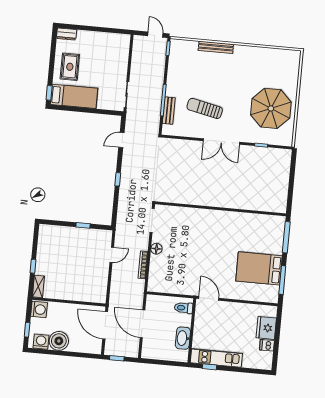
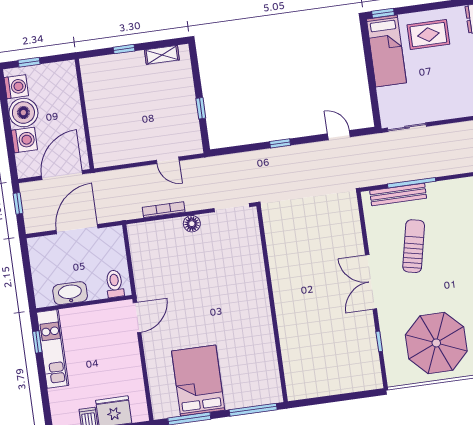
bench: (169, 111) -> (398, 194), width x1.36
shelving: (38, 286) -> (162, 55), moved
washing machine: (39, 309) -> (24, 140), moved, turned -90

